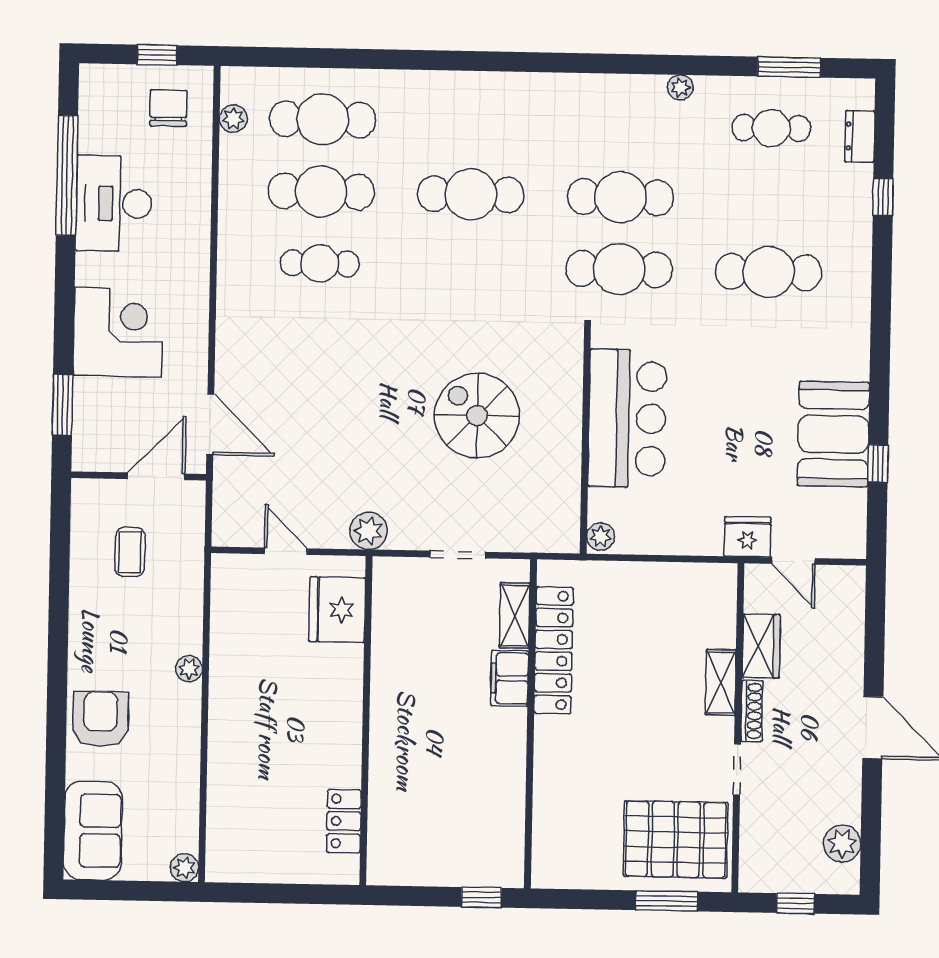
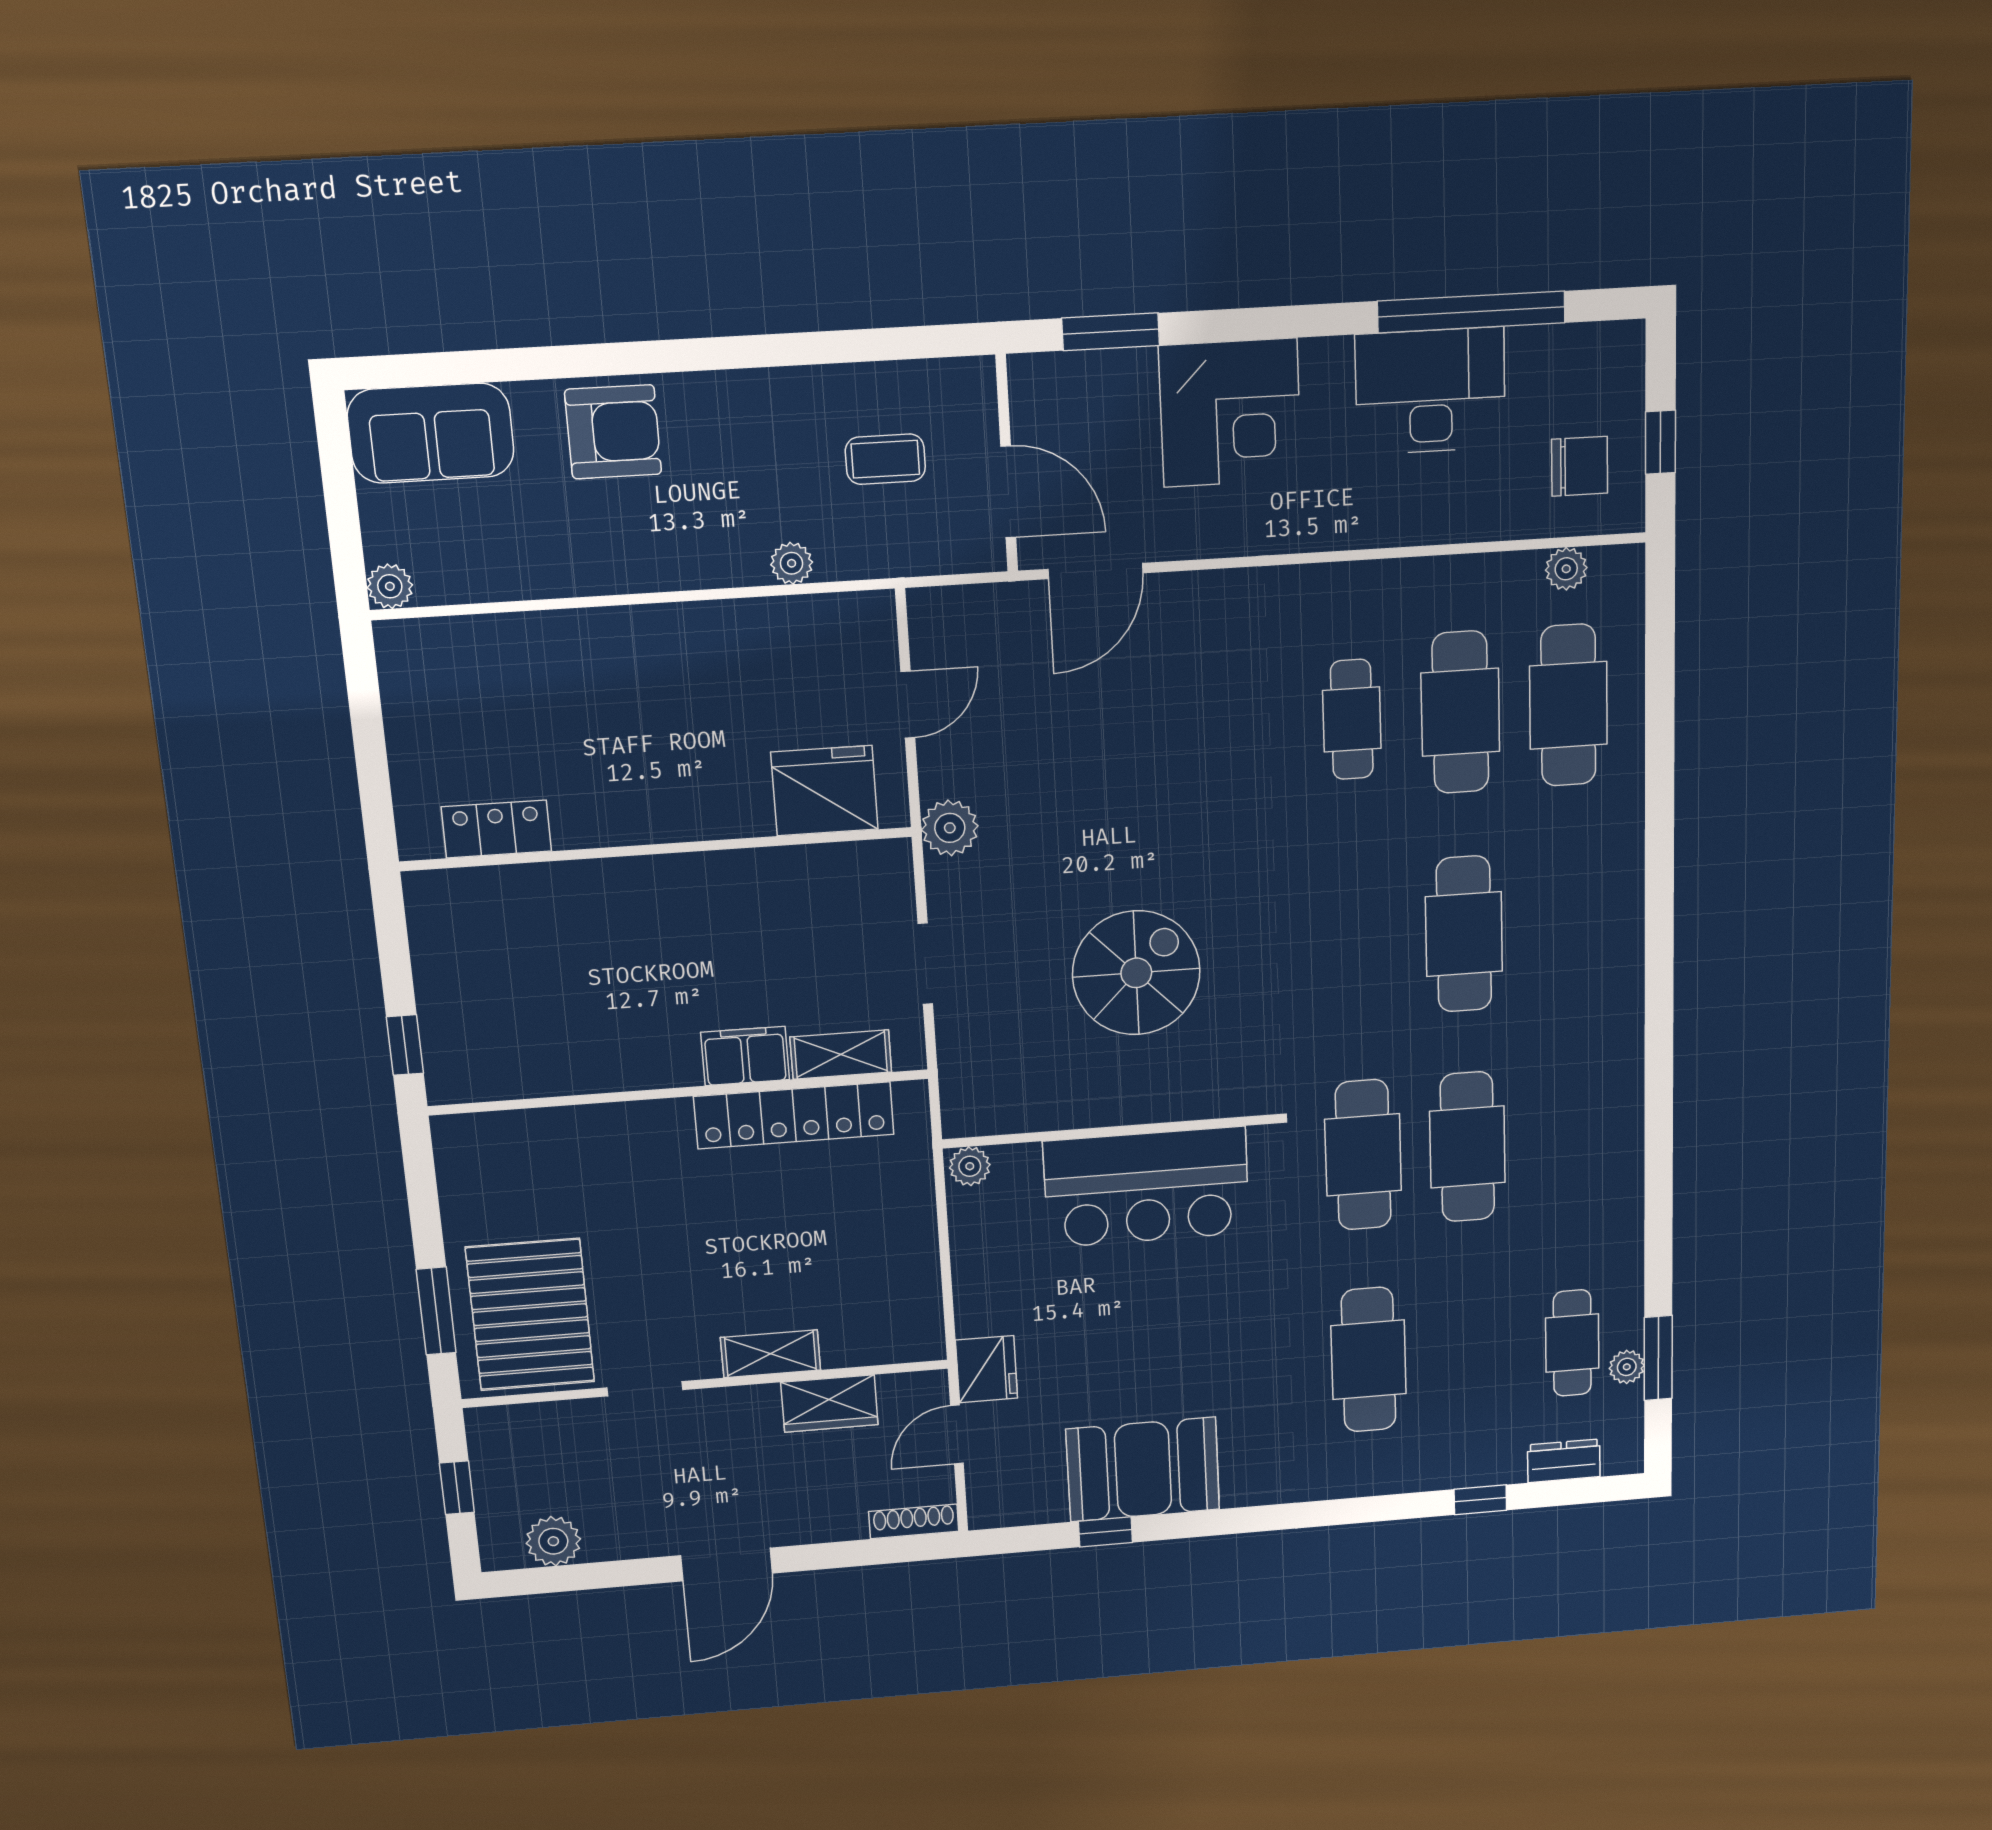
plant: (680, 87) -> (1627, 1367), moved
plant: (189, 669) -> (792, 563), moved
shoe rack: (752, 711) -> (914, 1521), moved, turned 180

